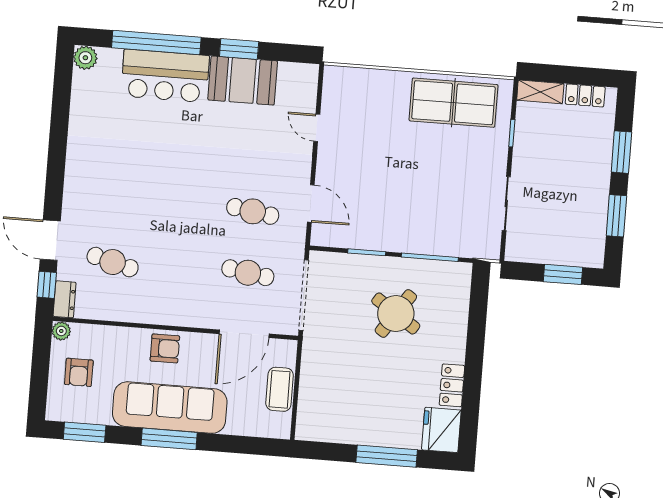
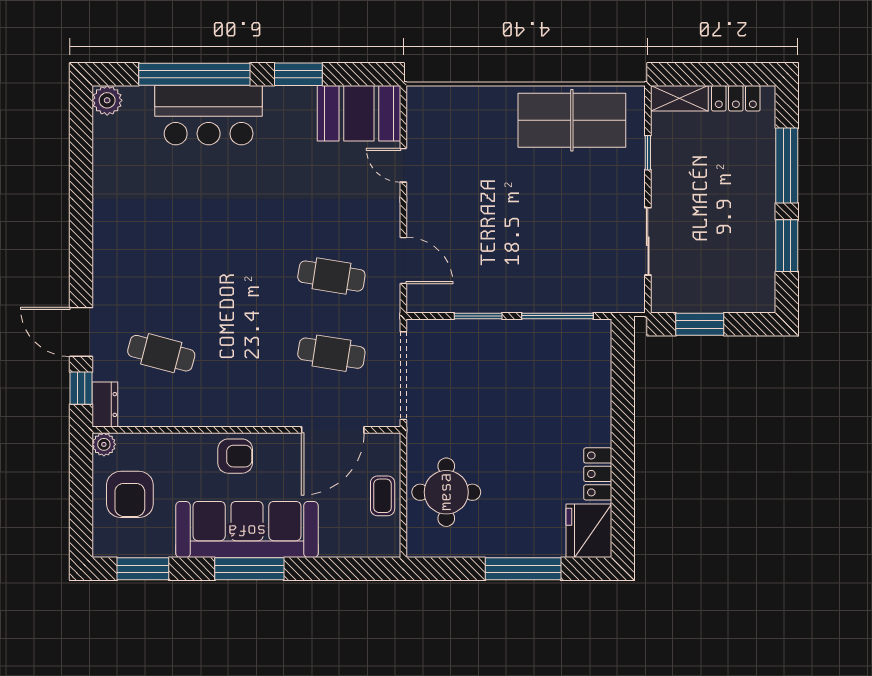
booth: (243, 80) -> (359, 113), moved
window: (621, 152) -> (787, 166), width x1.44
window: (563, 274) -> (700, 324), moved
round table: (396, 314) -> (446, 492), moved, turned -34
armchair: (79, 372) -> (130, 494), width x1.38, depth x1.38
coffee table: (280, 389) -> (383, 496), width x0.73, depth x0.77

